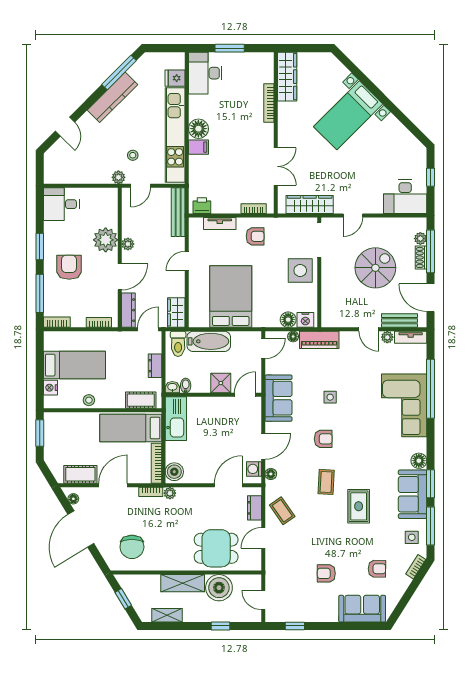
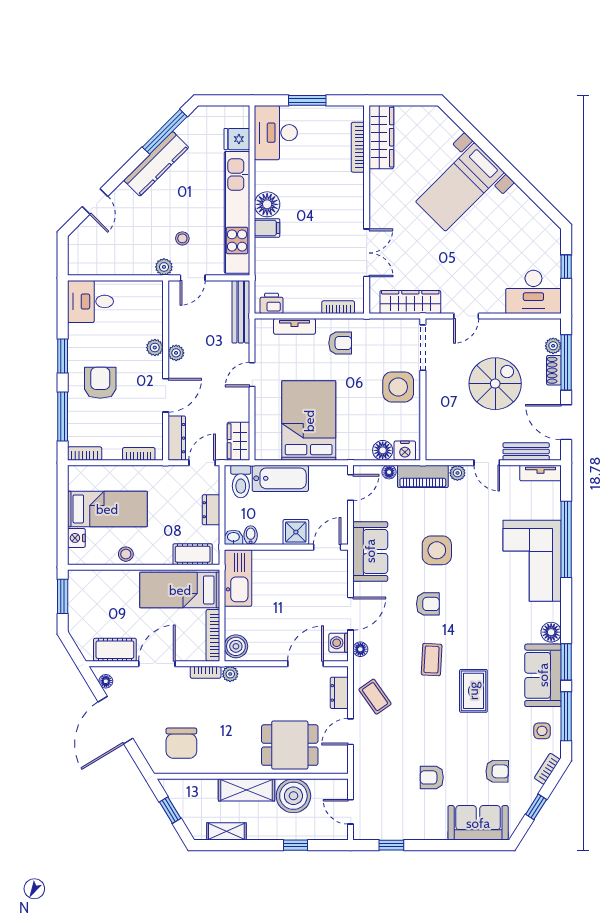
bookcase: (269, 103) -> (358, 147), moved
plant: (106, 240) -> (155, 348), width x0.53, depth x0.53
plant: (387, 337) -> (457, 473), moved
side table: (330, 397) -> (437, 550), width x1.87, depth x1.87
window: (407, 596) -> (536, 807), added

